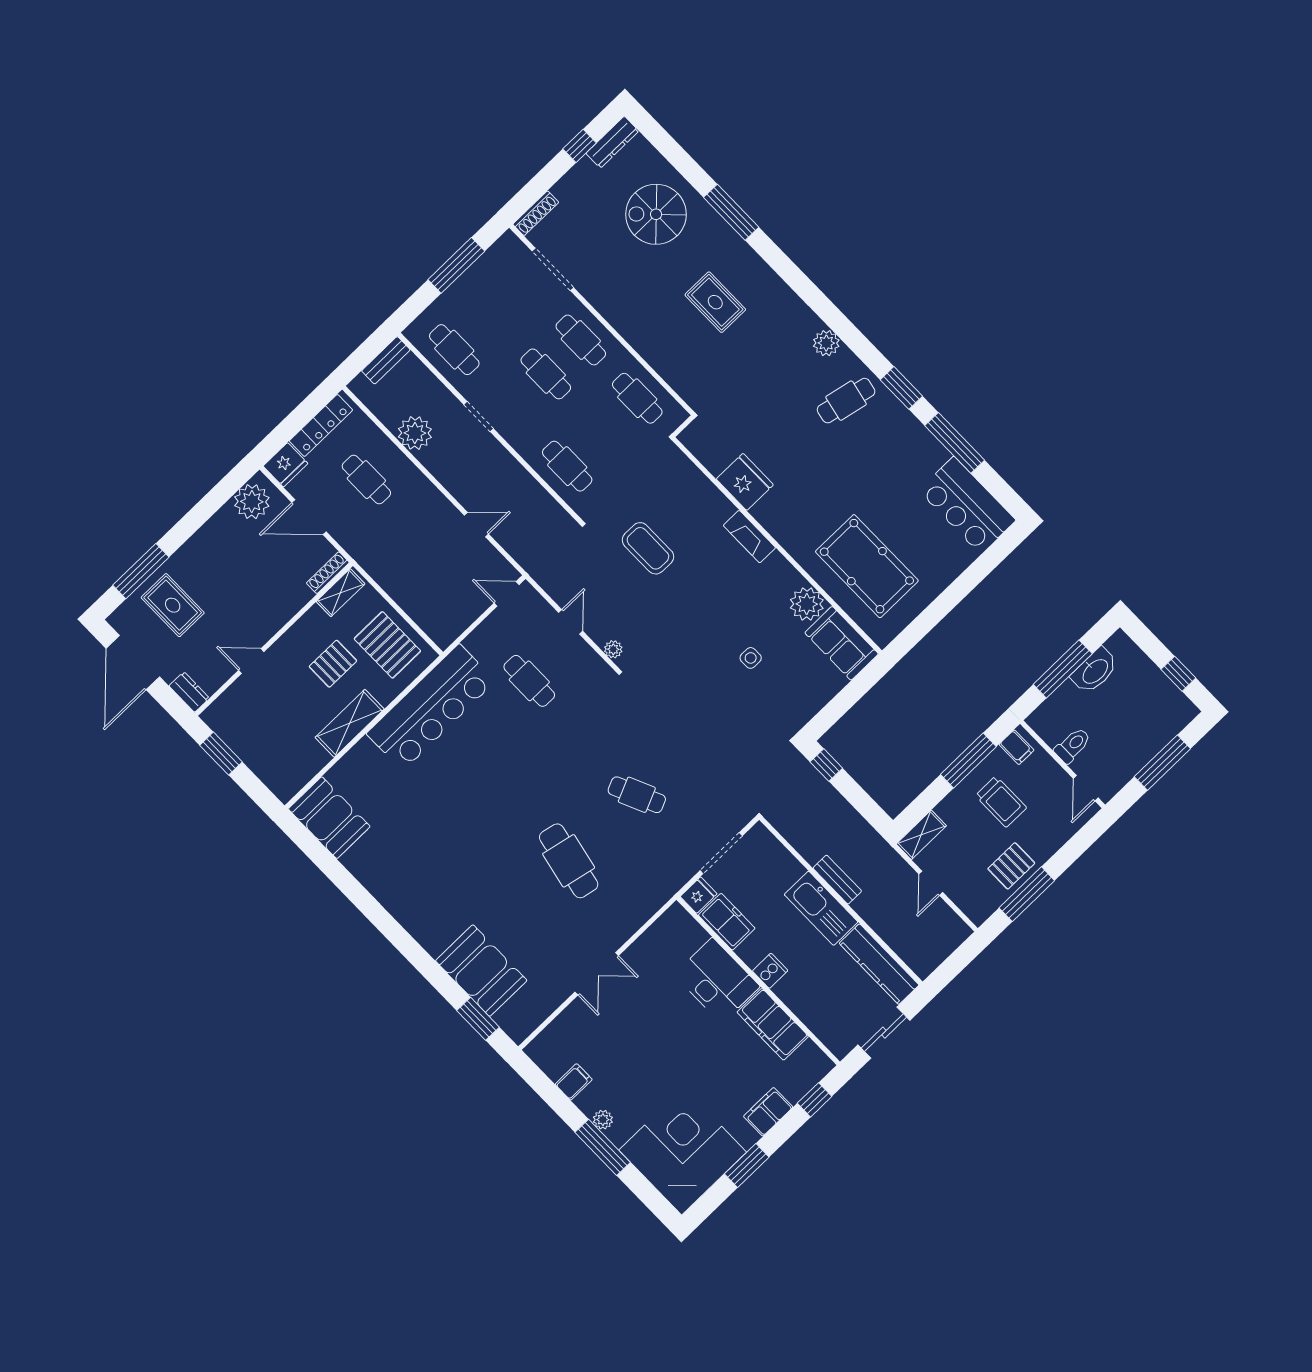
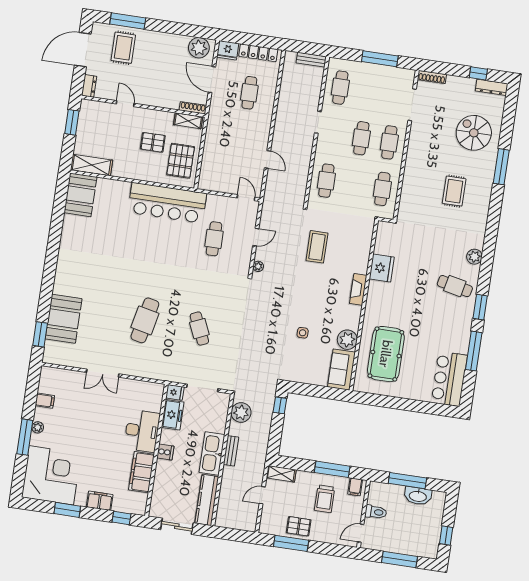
plant: (415, 433) -> (241, 413), moved
shelving: (350, 723) -> (91, 165), moved

